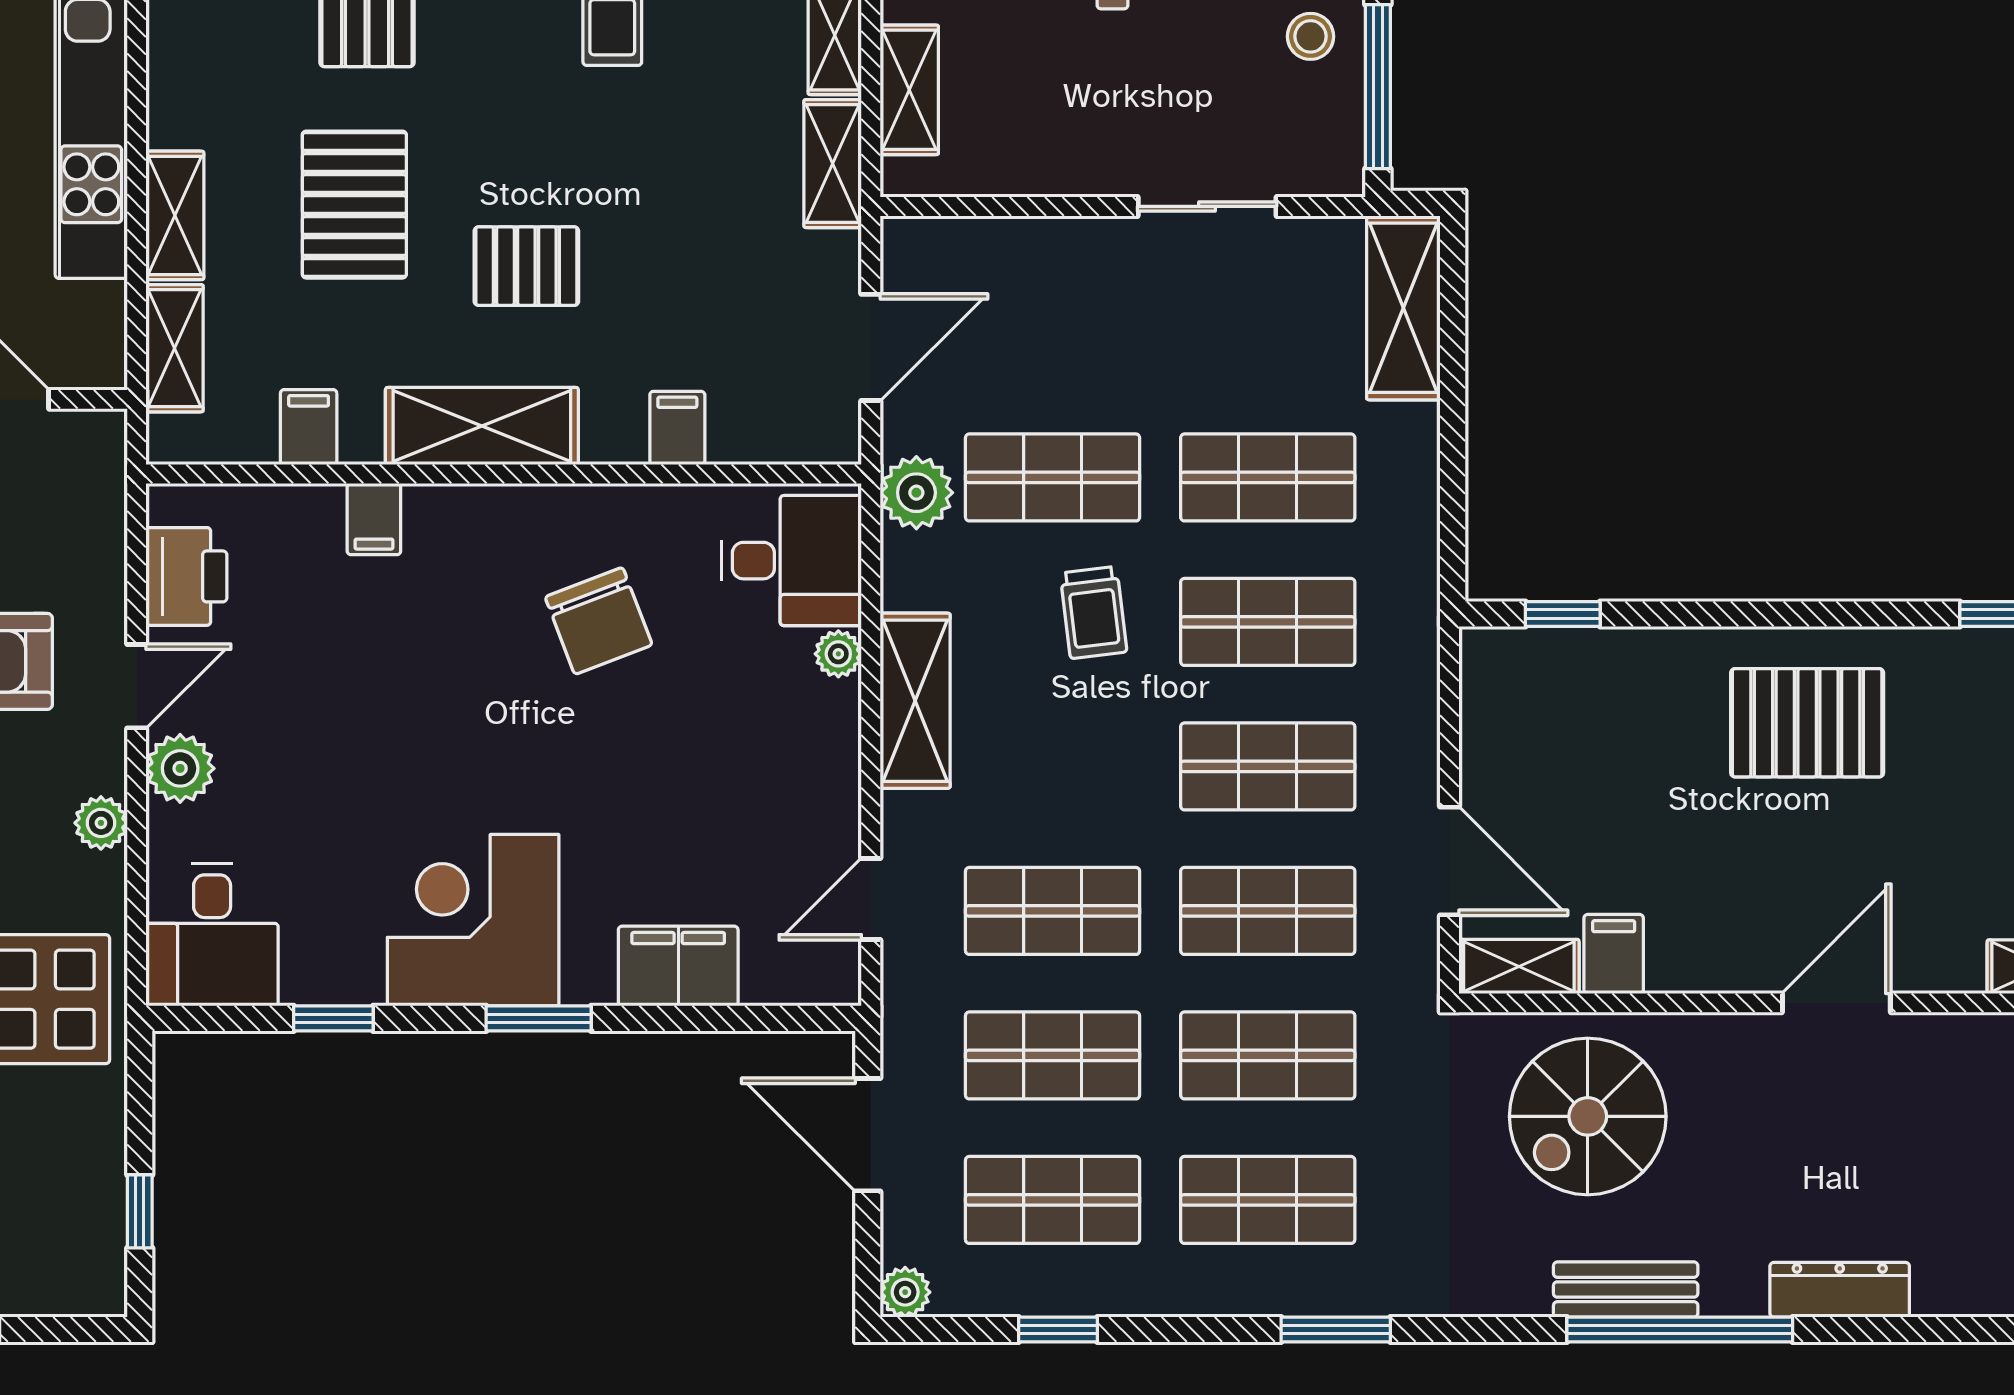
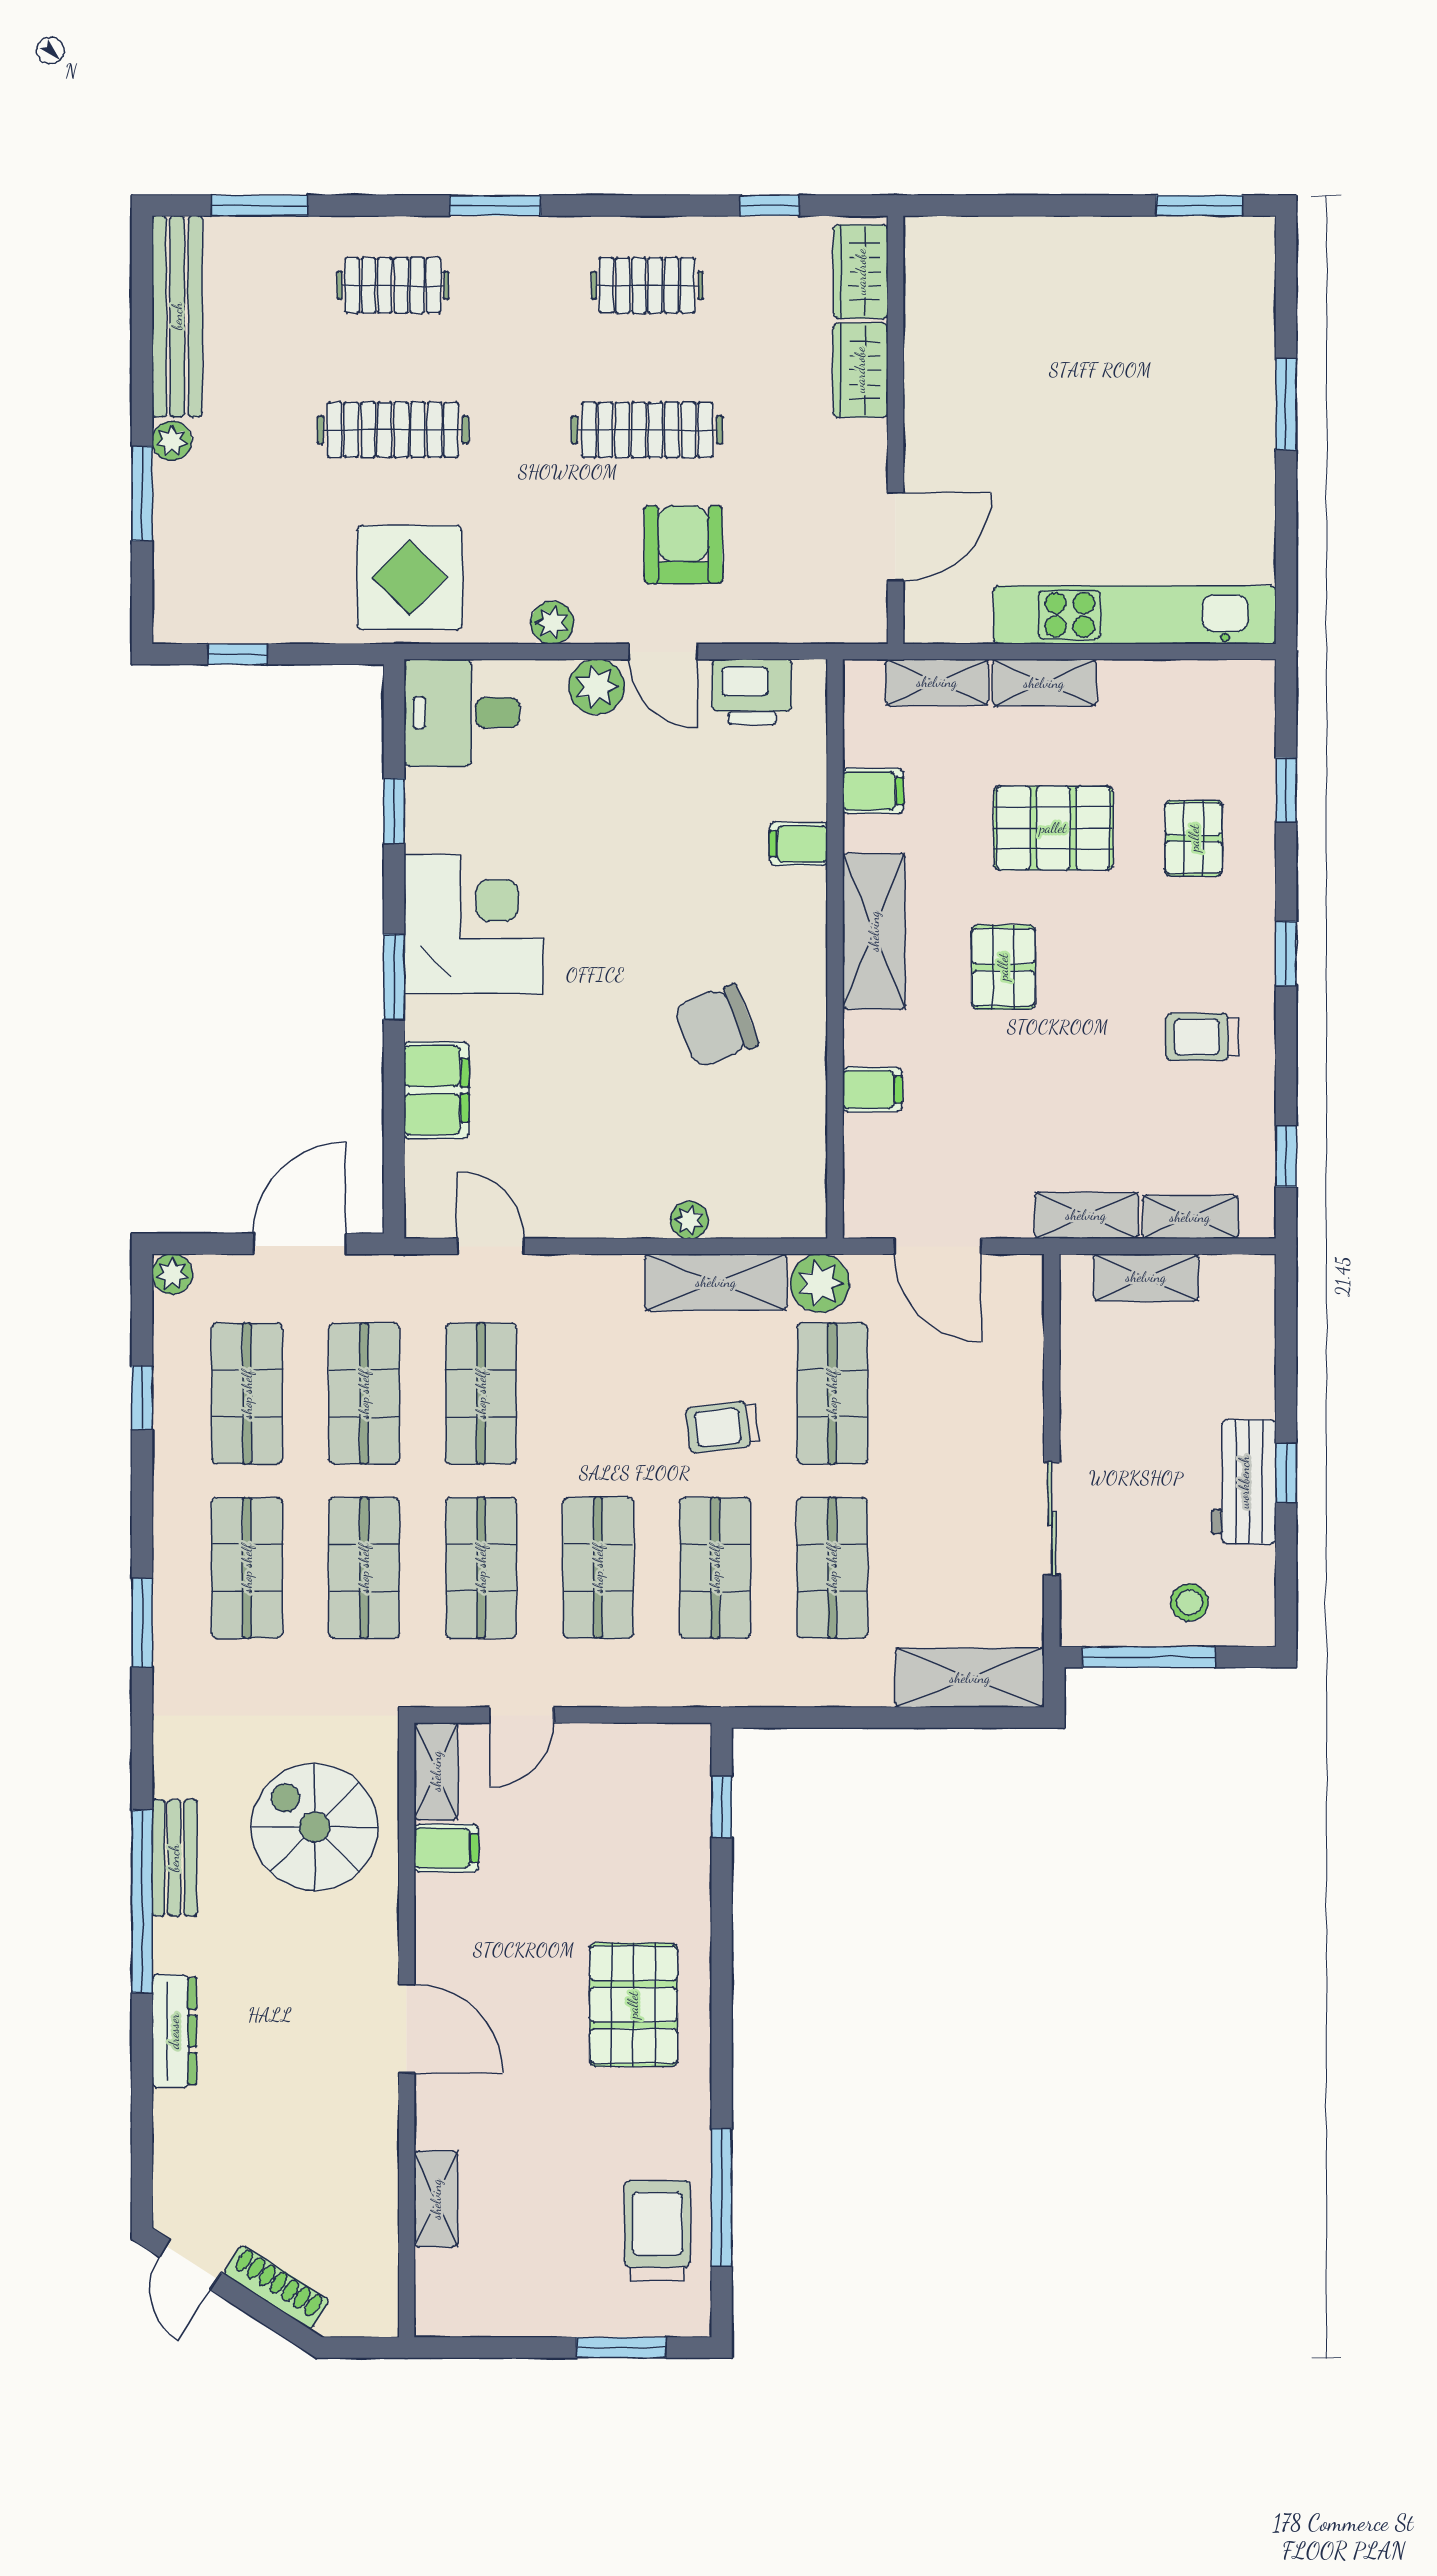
desk: (791, 561) -> (765, 1182), removed
shelving: (915, 701) -> (716, 1282), moved
door: (1449, 861) -> (522, 1715), width x0.73

